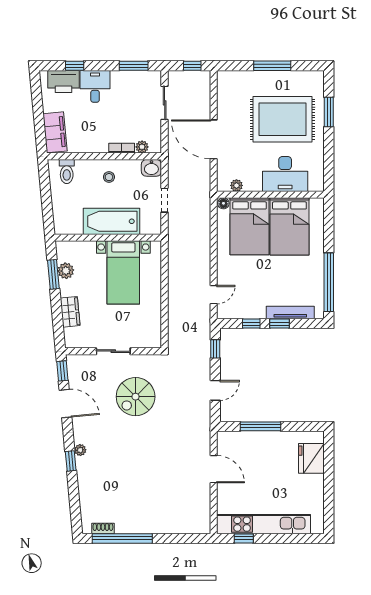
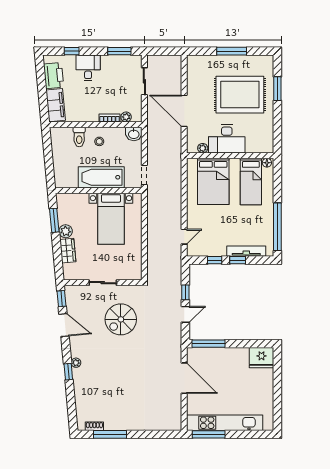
window: (192, 66) -> (167, 51), removed
printer: (63, 81) -> (54, 76), moved, turned -95
toilet: (67, 172) -> (79, 137), moved
desk: (285, 174) -> (227, 139), moved
doorway: (165, 200) -> (144, 175), moved
floor lamp: (223, 203) -> (267, 163), moved
bed: (289, 226) -> (251, 181), width x0.67
plant: (66, 271) -> (66, 231), moved
window: (215, 349) -> (185, 292), moved
window: (261, 426) -> (209, 344), moved
fridge: (311, 458) -> (261, 358), moved, turned -90
door: (214, 469) -> (184, 378), width x1.36
window: (122, 538) -> (110, 434), width x0.68
window: (244, 538) -> (209, 434), width x2.17

